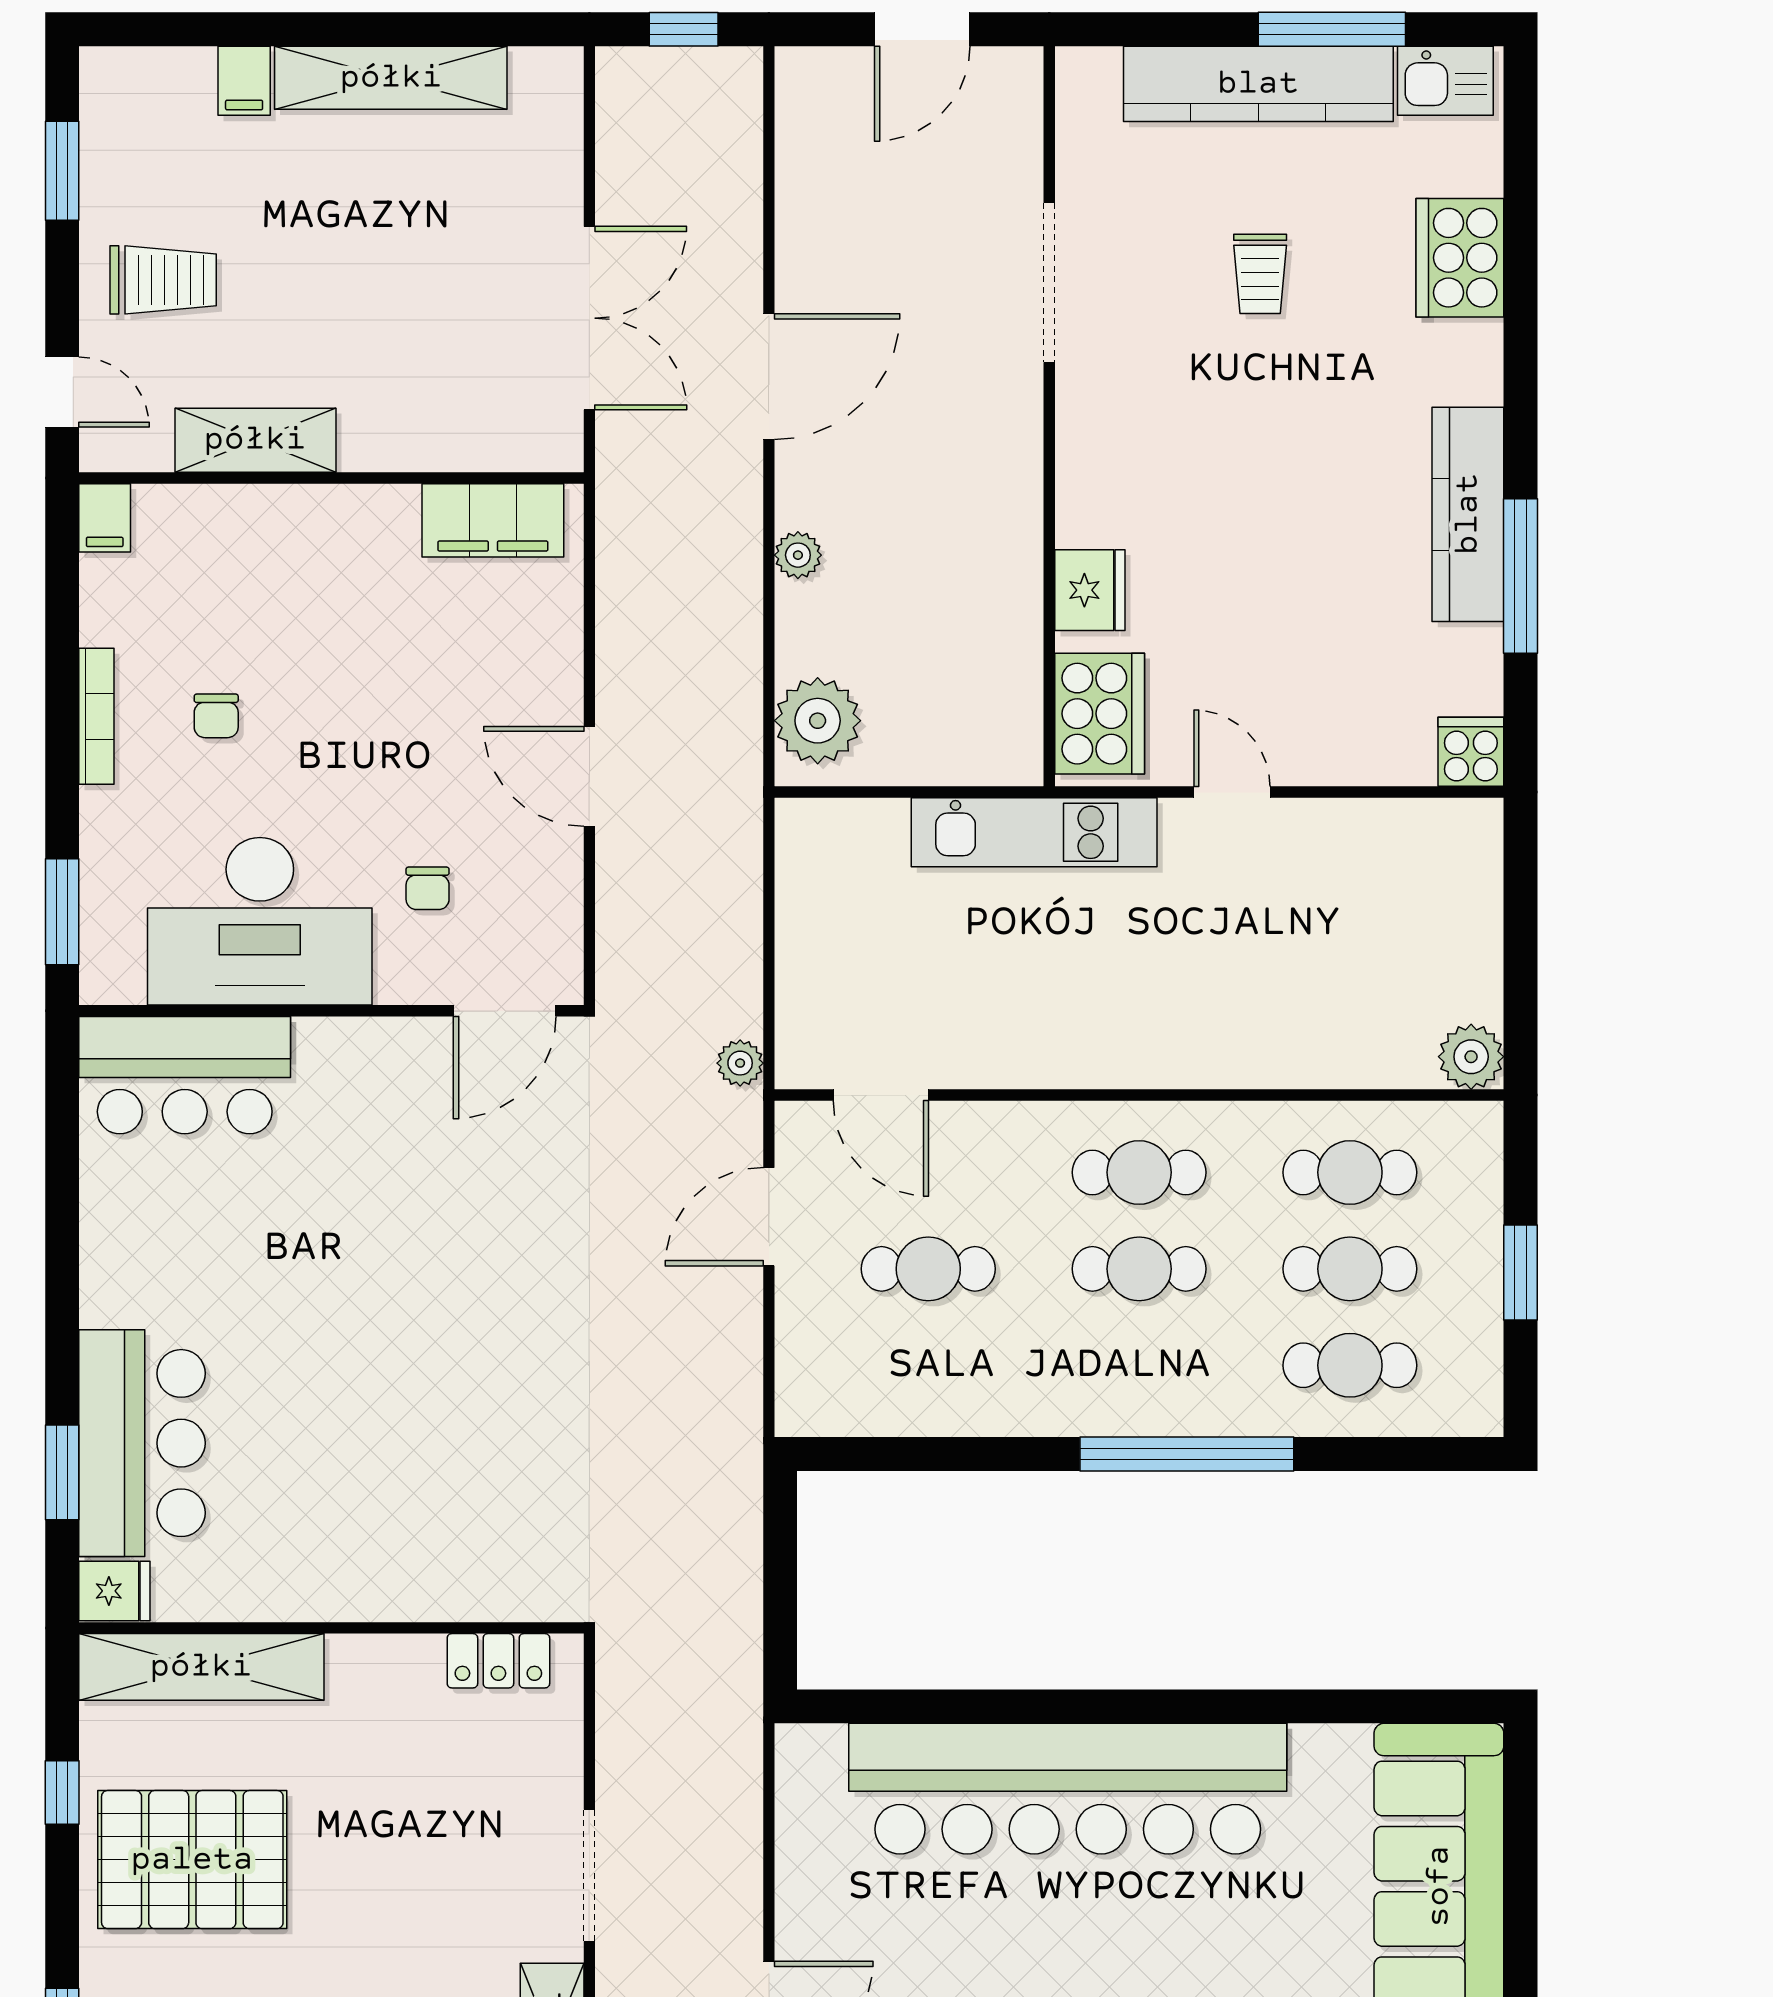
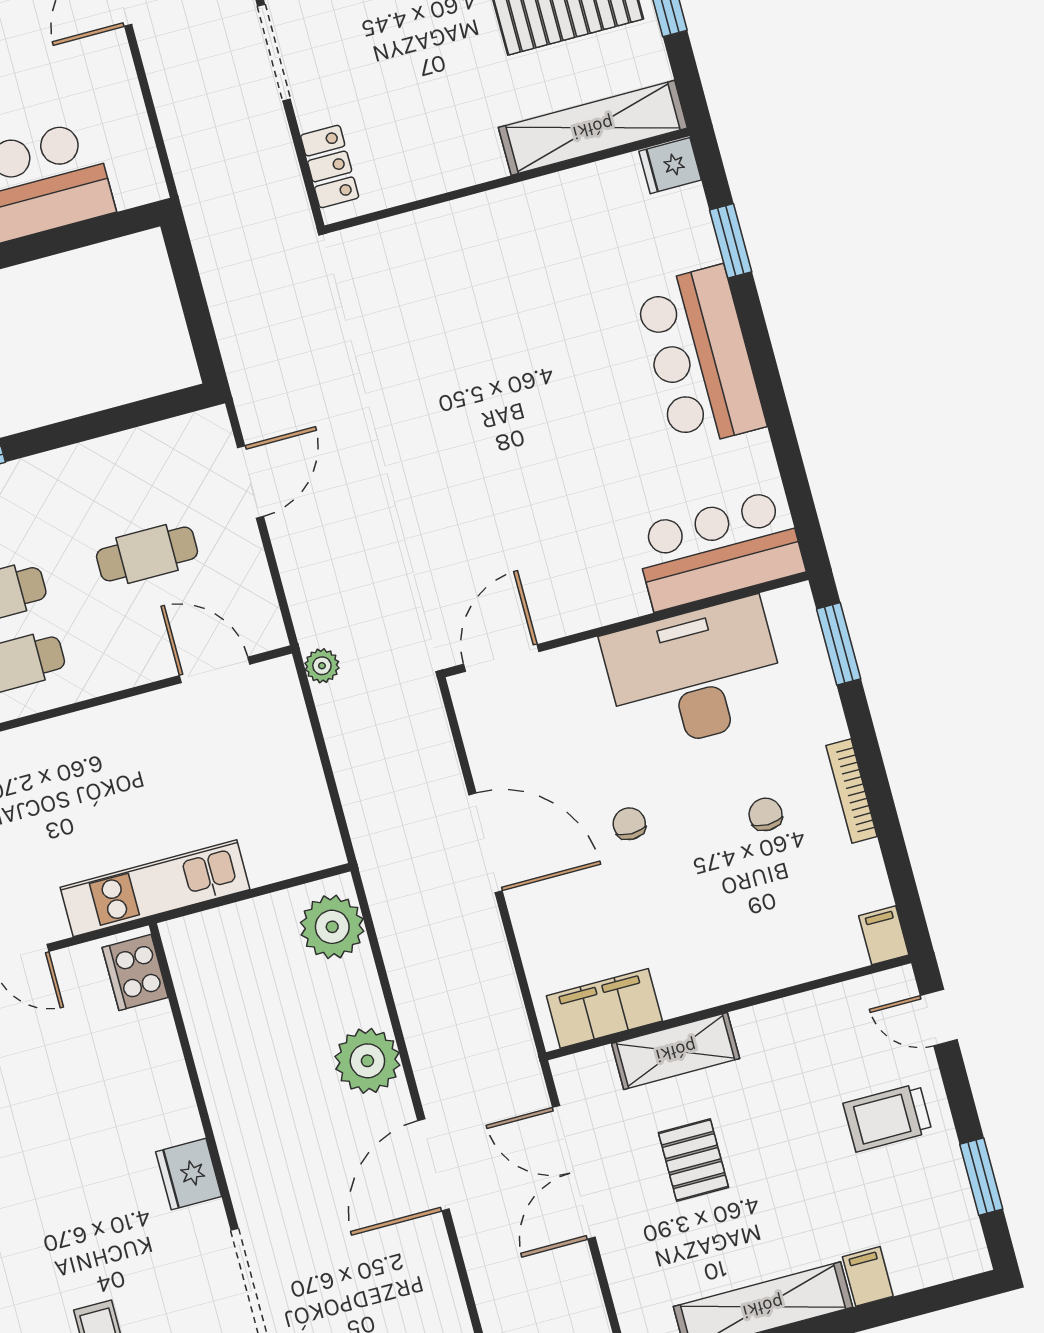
pallet: (430, 293) -> (693, 1160), added
shelving: (255, 440) -> (676, 1051), moved
plant: (798, 555) -> (367, 1061), width x1.88, depth x1.88
fridge: (1090, 590) -> (189, 1174), moved
cooker: (1100, 714) -> (135, 972), width x0.73, depth x0.76
door: (589, 776) -> (486, 843), width x1.36
chair: (428, 888) -> (629, 824), moved
door: (769, 1217) -> (250, 482), moved
bar counter: (142, 1443) -> (700, 357), moved
locker: (498, 1661) -> (330, 166), moved, turned 90

